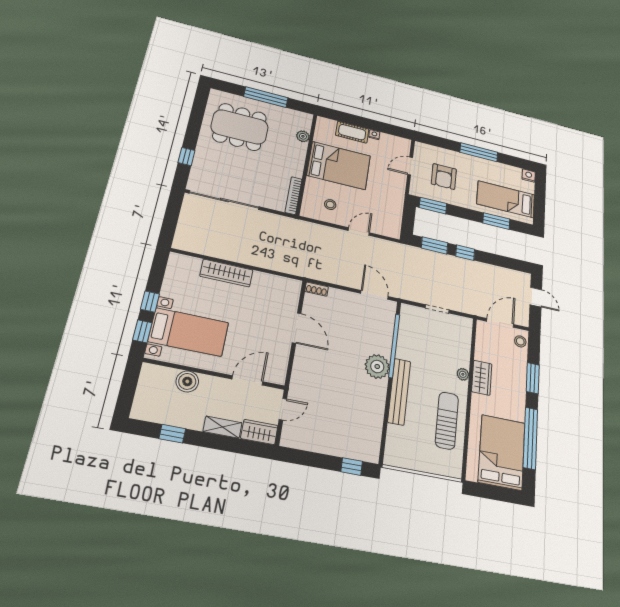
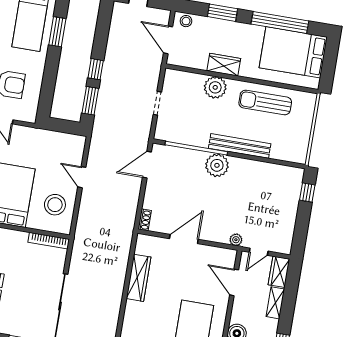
stool: (330, 205) -> (55, 205), width x1.89, depth x1.89
window: (433, 206) -> (46, 99), removed
wardrobe: (226, 273) -> (139, 278), moved
plant: (463, 374) -> (215, 87), width x1.87, depth x1.87
plant: (296, 384) -> (236, 240), added
door: (283, 409) -> (259, 252), swing flipped

